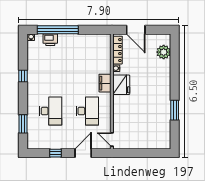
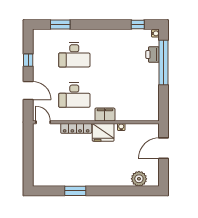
locker: (118, 50) -> (76, 128), moved
window: (23, 76) -> (138, 25), moved
door: (112, 139) -> (43, 122), hinge flipped

